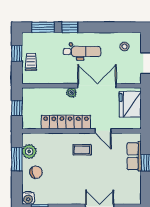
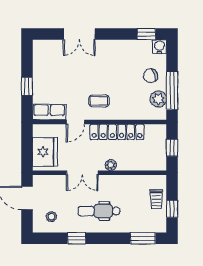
window: (70, 27) -> (77, 238), moved
double door: (97, 86) -> (82, 173), width x0.73
door: (103, 131) -> (75, 122), swing flipped
row of seats: (134, 156) -> (49, 112), moved, turned -90
window: (17, 159) -> (172, 90), width x1.44

